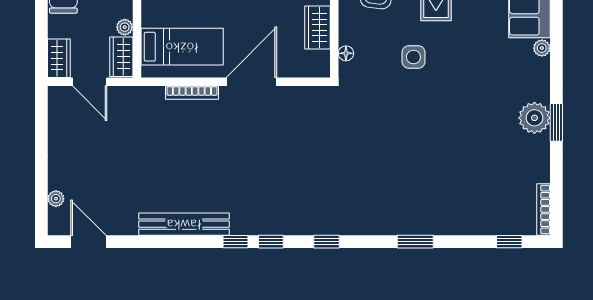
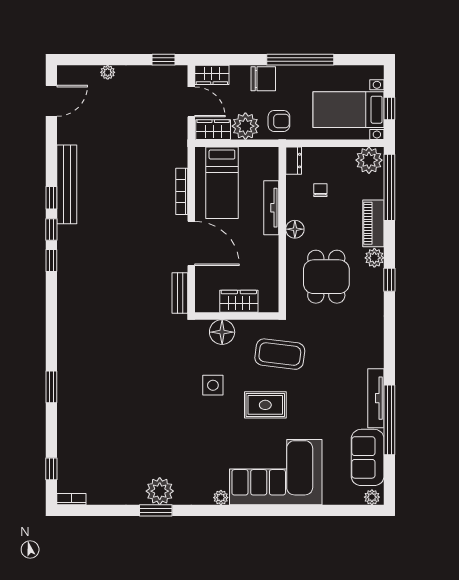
plant: (125, 27) -> (245, 126), width x1.88, depth x1.88
floor lamp: (346, 53) -> (222, 332), width x1.89, depth x1.89
door: (90, 82) -> (191, 102), swing flipped
bench: (308, 95) -> (180, 293), added
window: (41, 114) -> (163, 60), added
plant: (56, 199) -> (108, 72), moved
bookcase: (544, 209) -> (71, 499), width x0.64
window: (326, 242) -> (51, 198), moved

